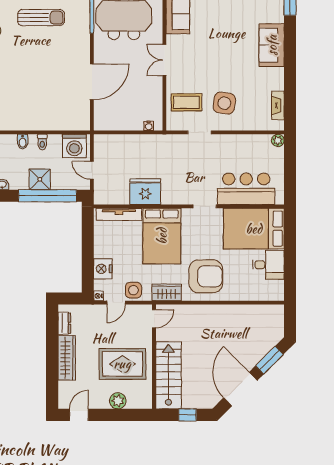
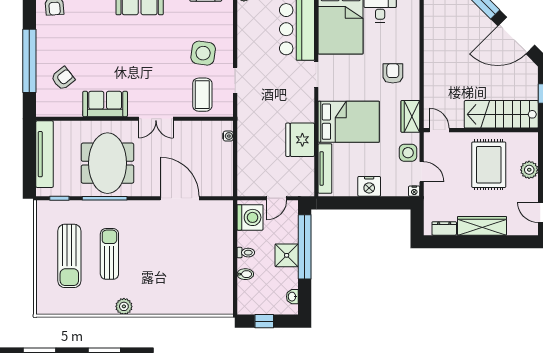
nightstand: (103, 269) -> (369, 186), moved
armchair: (206, 276) -> (393, 73), width x0.53, depth x0.53

